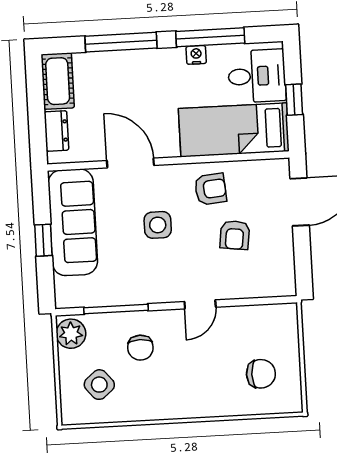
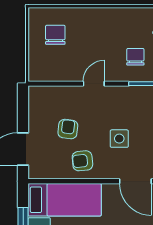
chair: (261, 374) -> (55, 35), turned 90

